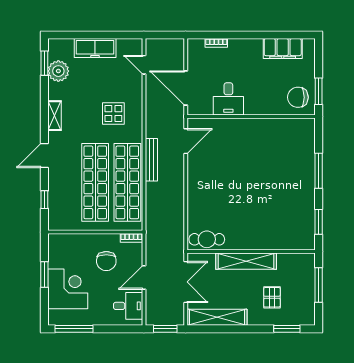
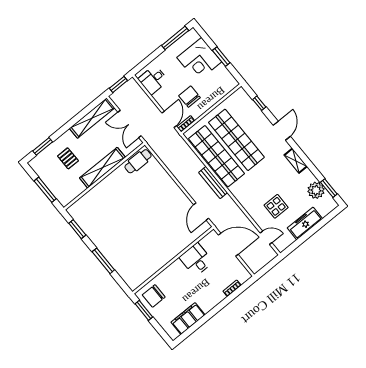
chair: (298, 97) -> (154, 296), turned 180
display table: (113, 114) -> (276, 206), moved
door: (144, 277) -> (169, 119), moved

